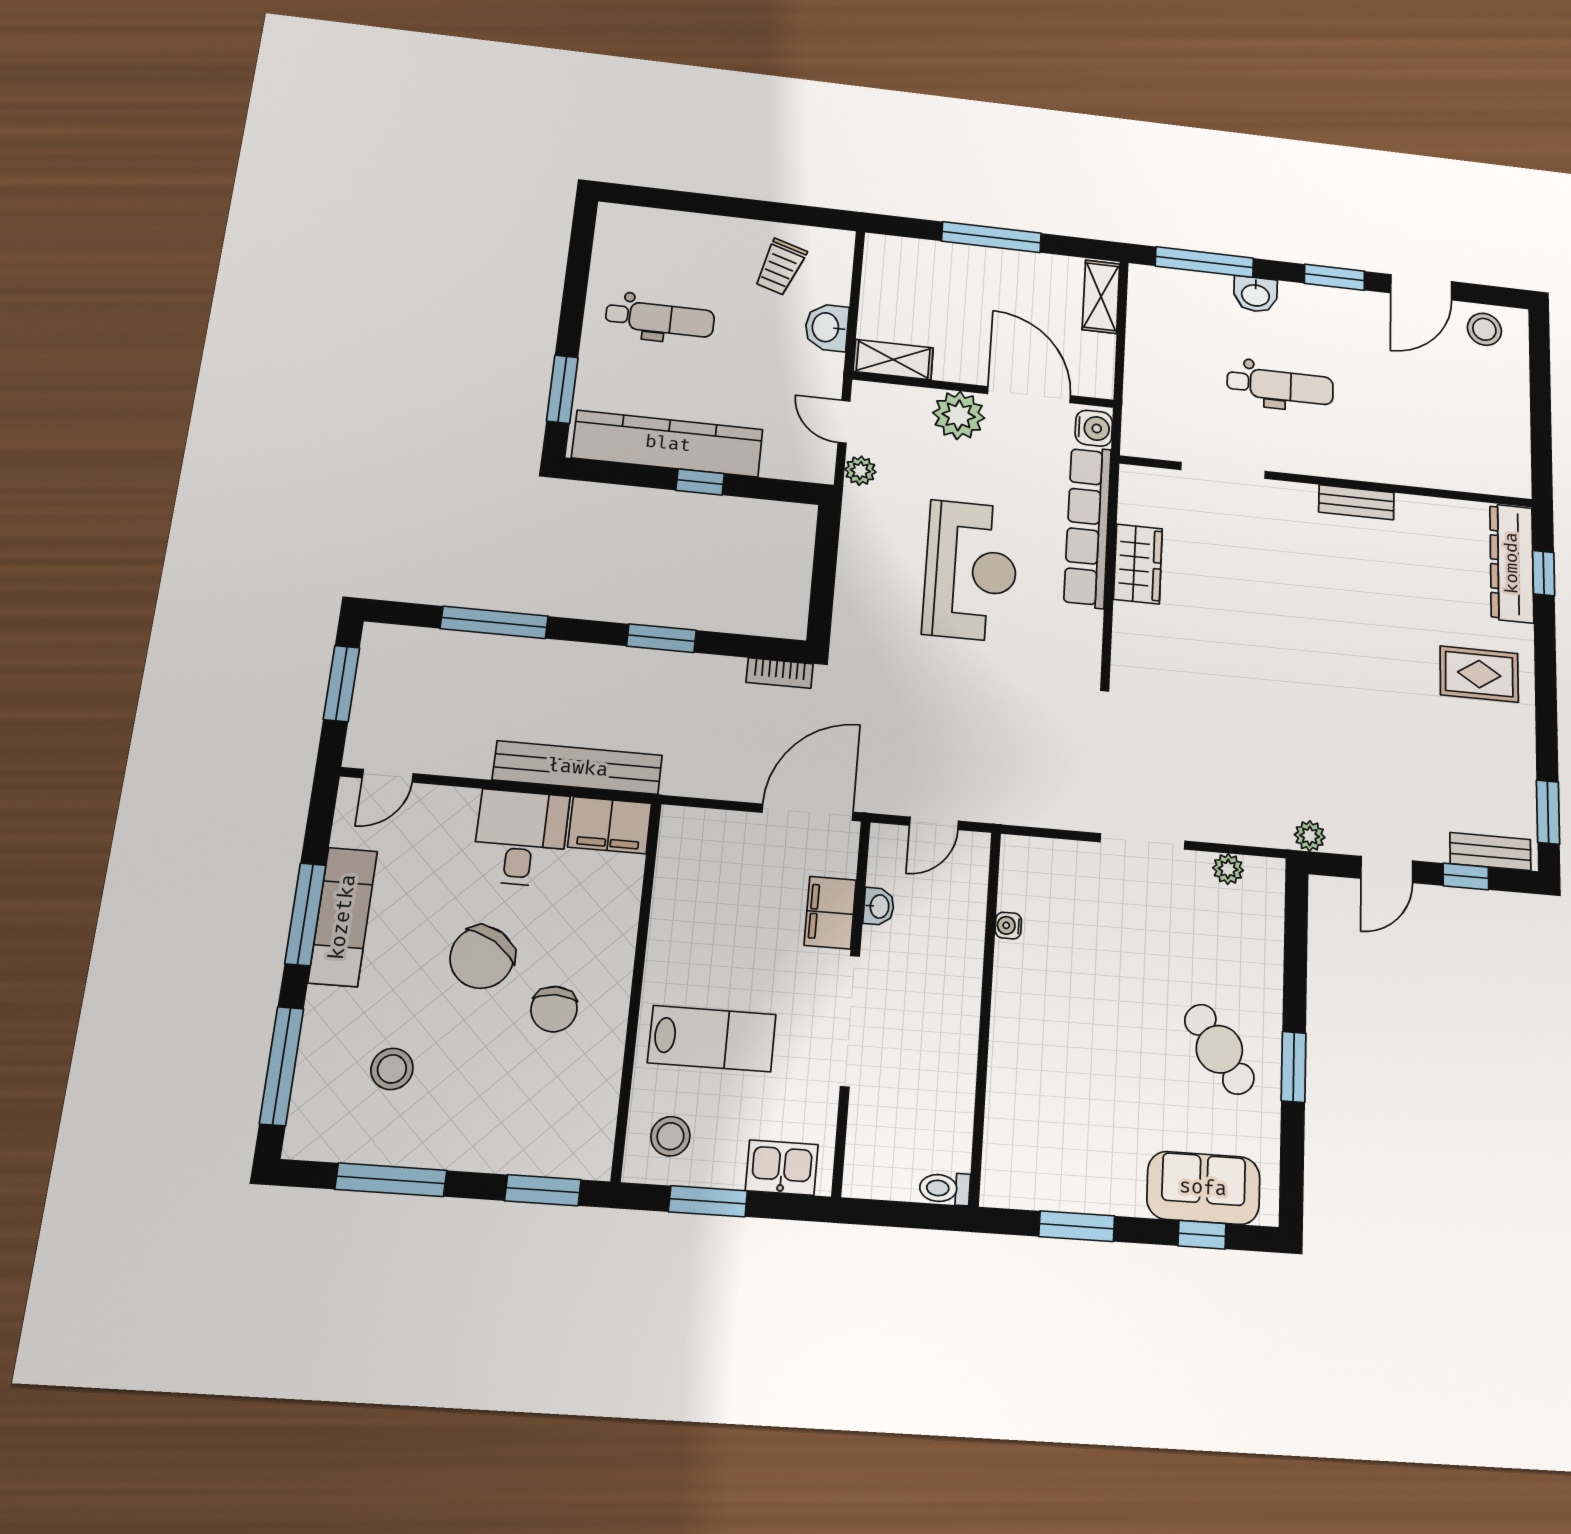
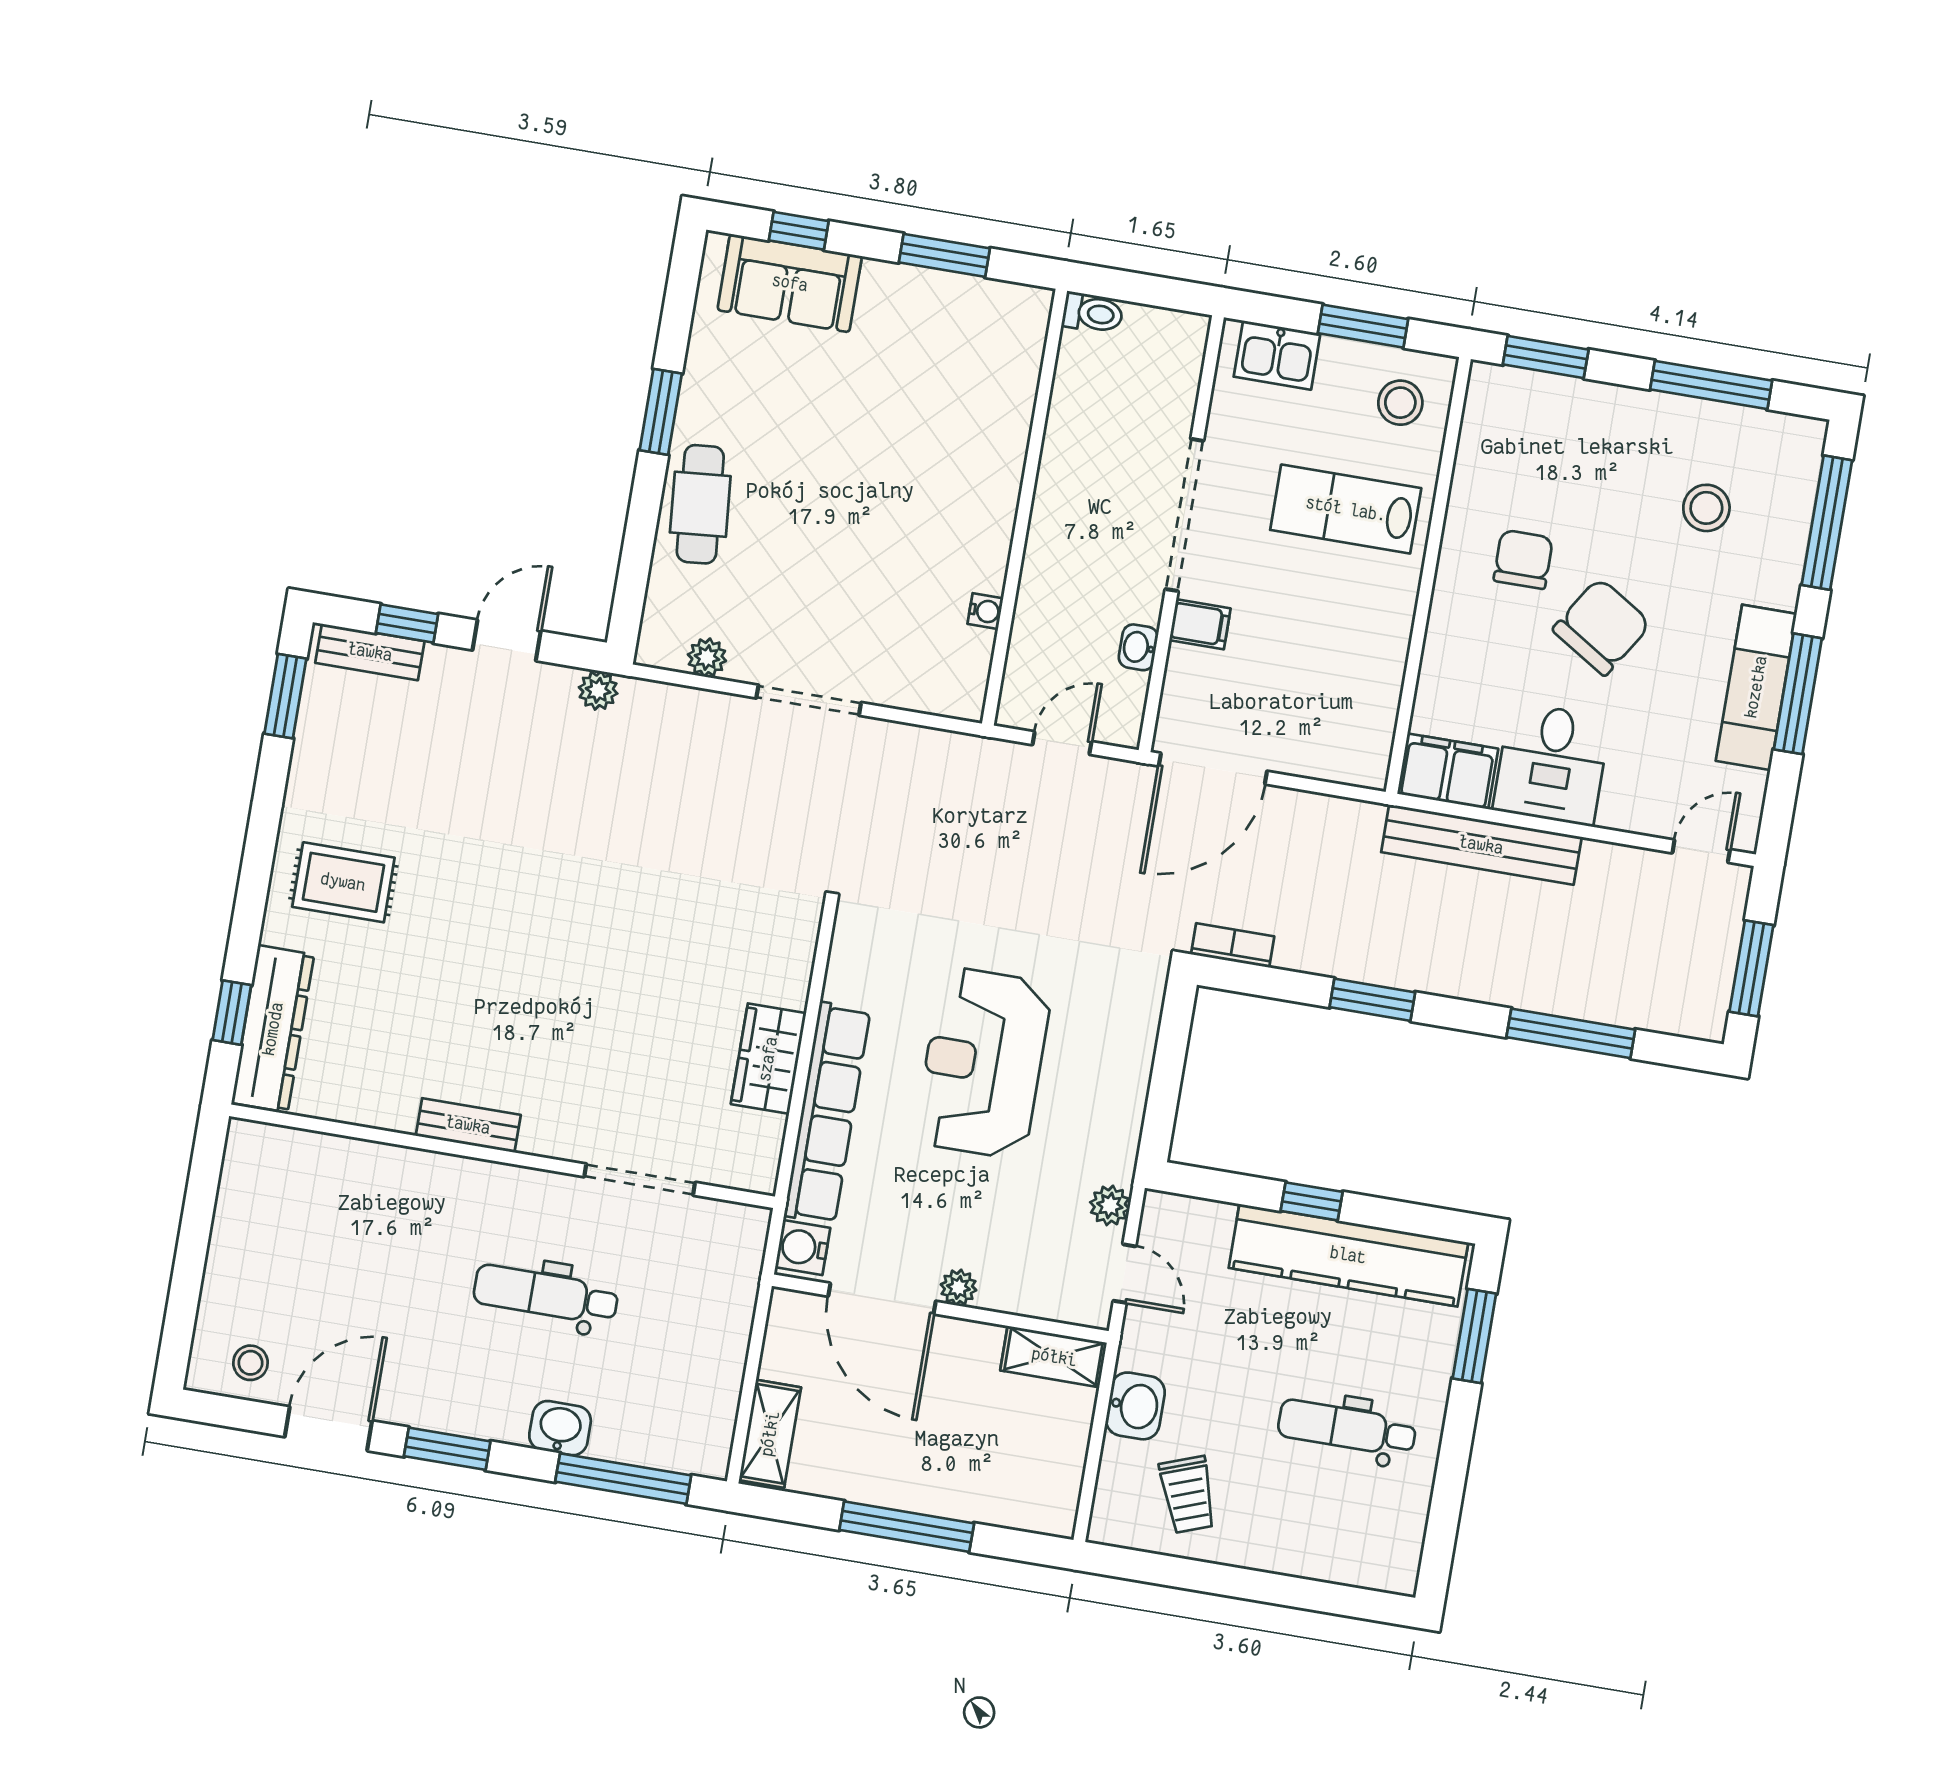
trolley: (780, 267) -> (1188, 1495), turned 142
stool: (1484, 329) -> (250, 1363), width x0.73, depth x0.73
plant: (959, 415) -> (958, 1287), width x0.53, depth x0.53
filing cabinet: (830, 913) -> (1200, 624), width x0.50
cafe table: (1219, 1049) -> (700, 504), moved, turned 31

